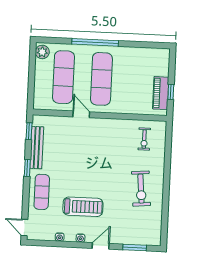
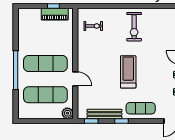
plant: (42, 52) -> (67, 113), moved
door: (81, 114) -> (75, 79), swing flipped
exercise bike: (141, 189) -> (134, 27), turned 95
treadmill: (83, 207) -> (128, 72), moved

